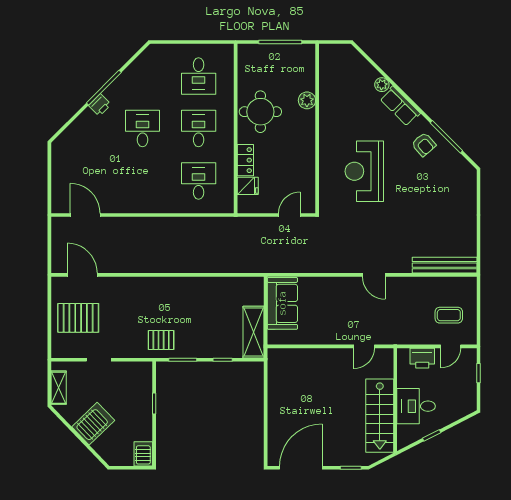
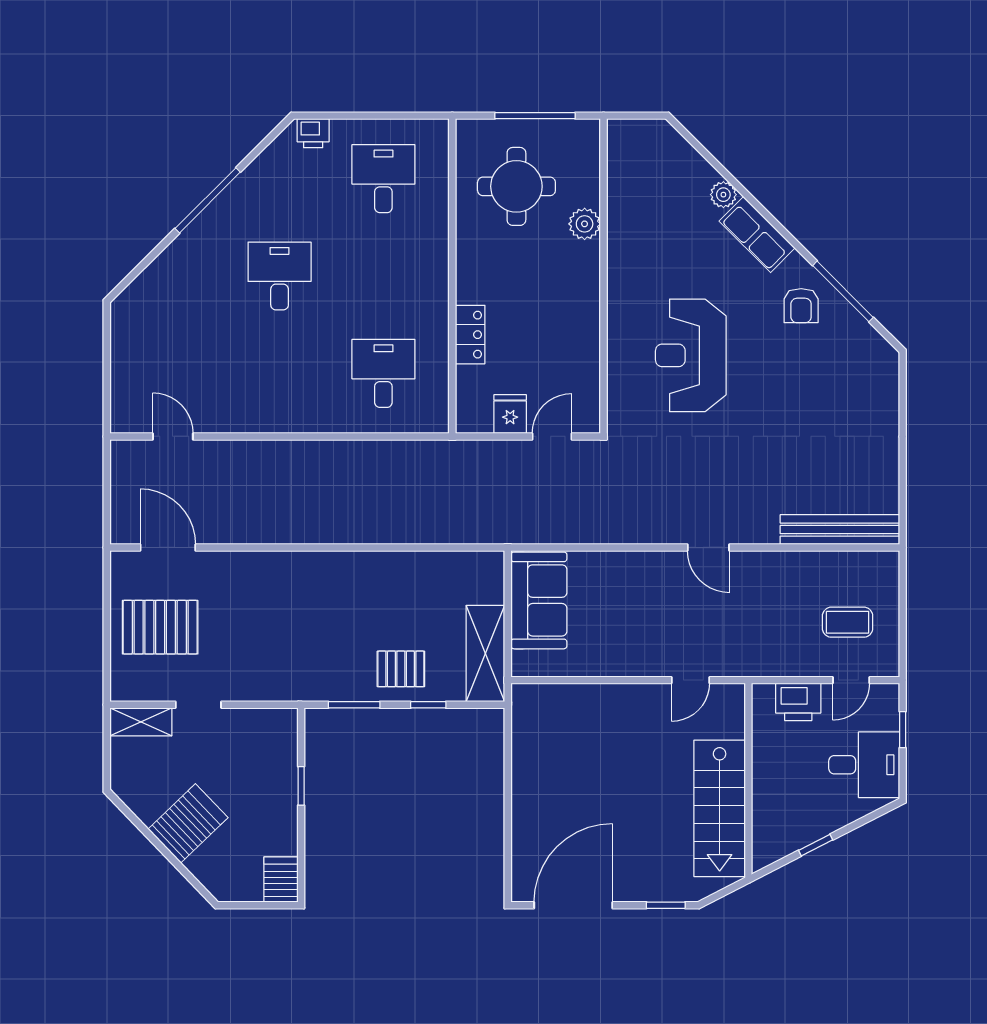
desk: (199, 76) -> (383, 179), turned 180
printer: (100, 105) -> (313, 133), moved, turned 45
round table: (260, 112) -> (516, 186), moved
desk: (199, 129) -> (383, 276), removed
armchair: (424, 144) -> (801, 306), turned 41
fridge: (248, 186) -> (510, 414), moved, turned -90
door: (85, 215) -> (173, 436), width x0.73
pallet: (161, 340) -> (401, 669), moved
shelving: (59, 388) -> (141, 722), moved, turned 90
desk: (416, 406) -> (864, 765), moved, turned 180

